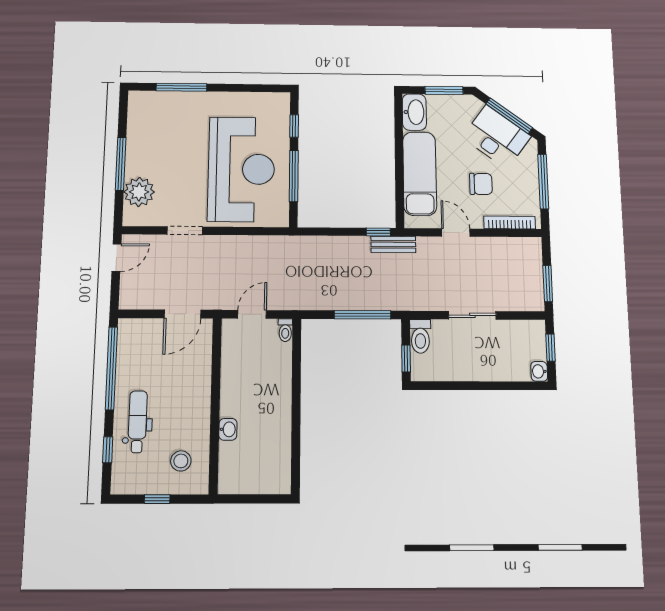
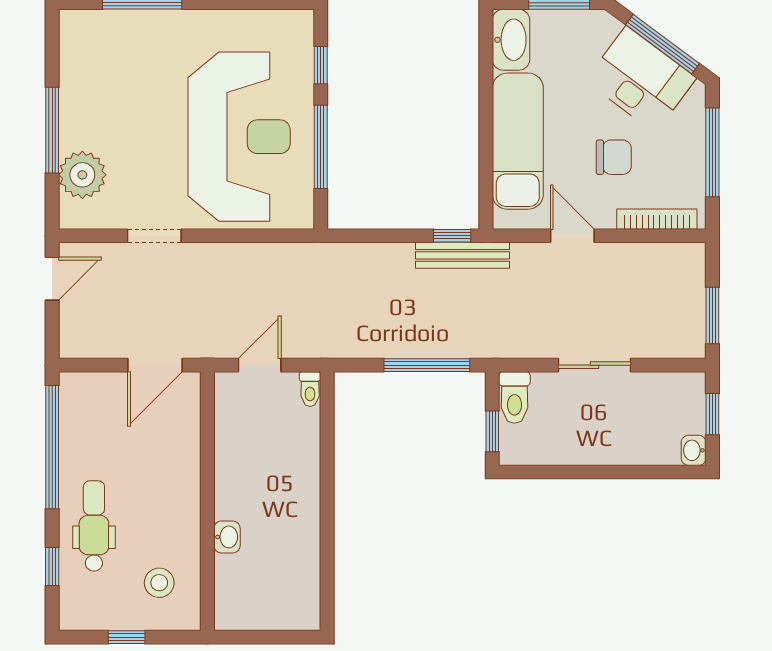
bench: (393, 244) -> (463, 255), width x1.36

